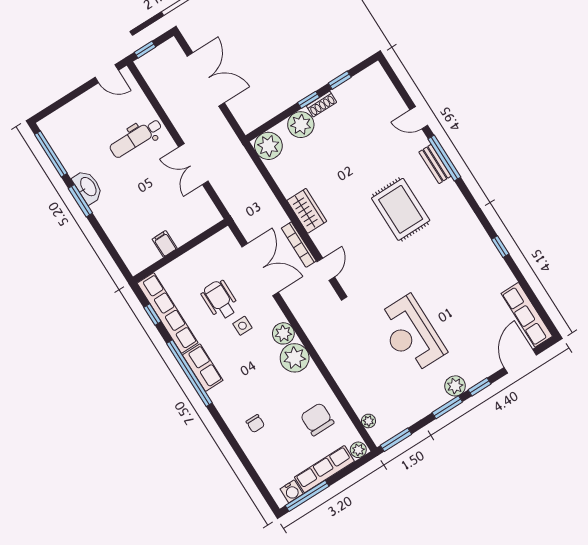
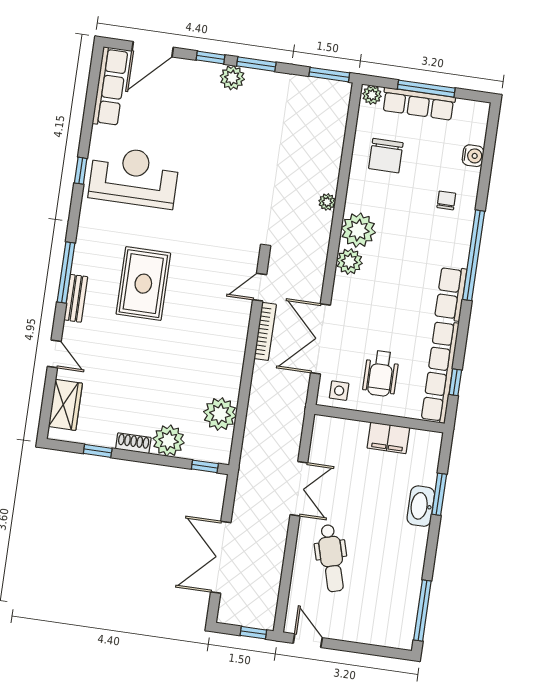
window: (308, 100) -> (205, 466), moved
dental chair: (136, 138) -> (331, 558), turned 74
plant: (268, 146) -> (220, 414), moved
window: (444, 158) -> (66, 272), moved
washbasin: (88, 187) -> (421, 506), moved
window: (80, 201) -> (439, 494), moved
wardrobe: (307, 211) -> (65, 405), moved, turned 180
filing cabinet: (165, 244) -> (388, 438), width x2.00
wheelchair: (220, 300) -> (381, 373), moved
side table: (242, 326) -> (339, 391), moved
reception desk: (411, 334) -> (134, 177), moved, turned -90
window: (189, 373) -> (474, 255), moved
plant: (368, 421) -> (327, 202), moved
water cooler: (292, 491) -> (473, 156), moved, turned 90
window: (307, 496) -> (426, 89), moved

